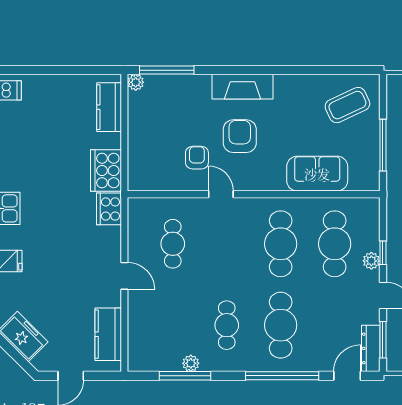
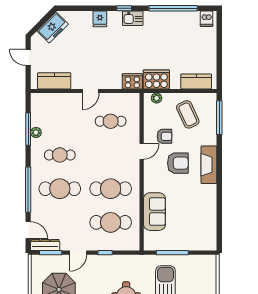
plant: (136, 82) -> (157, 98), moved
coffee table: (347, 105) -> (188, 114), moved
plant: (371, 261) -> (100, 245), removed

